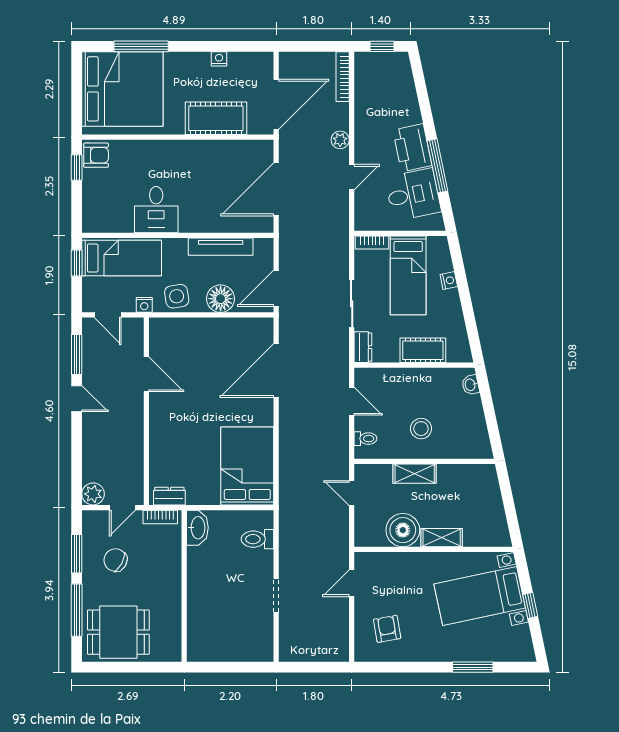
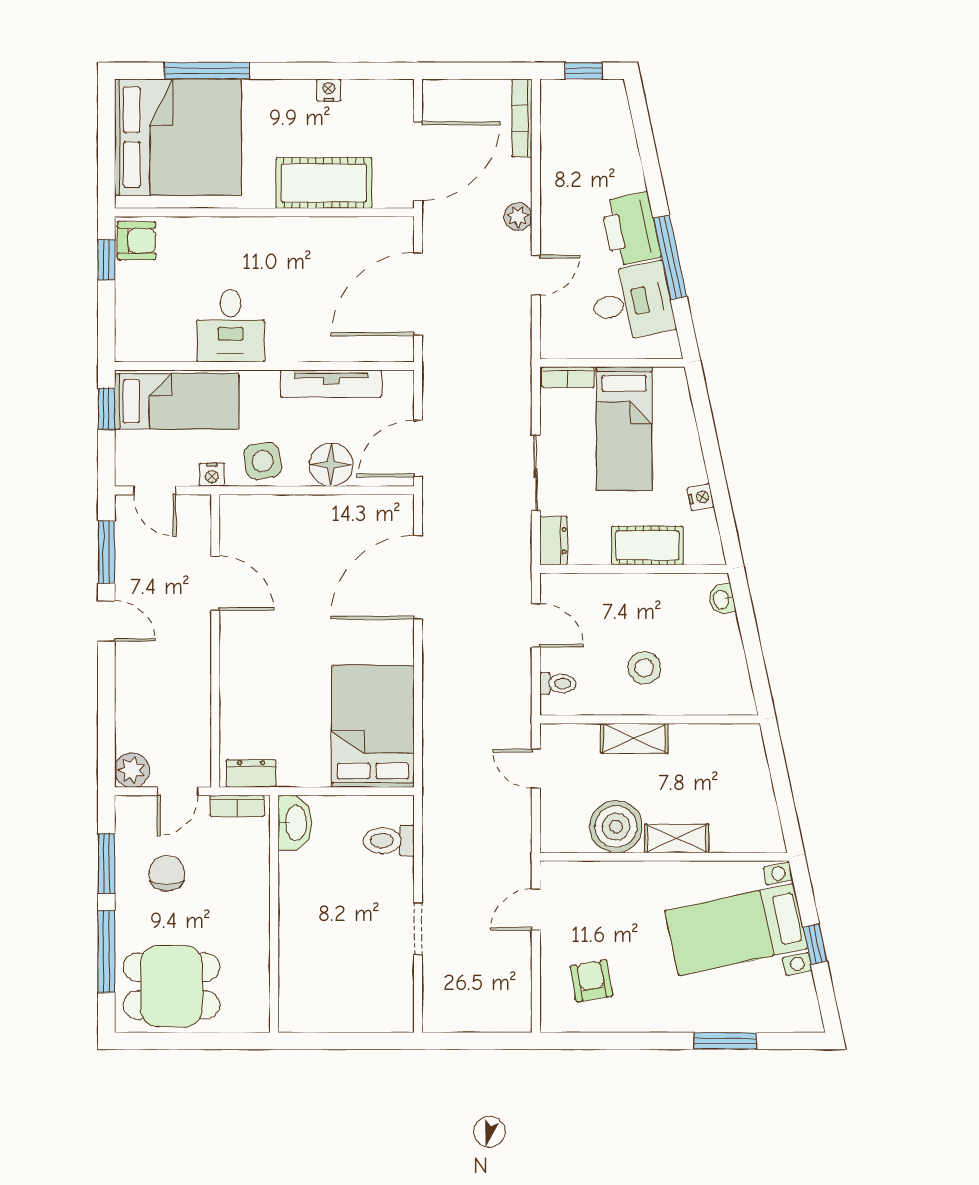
nightstand: (449, 281) -> (701, 497), moved
chair: (115, 560) -> (167, 873), turned 61

